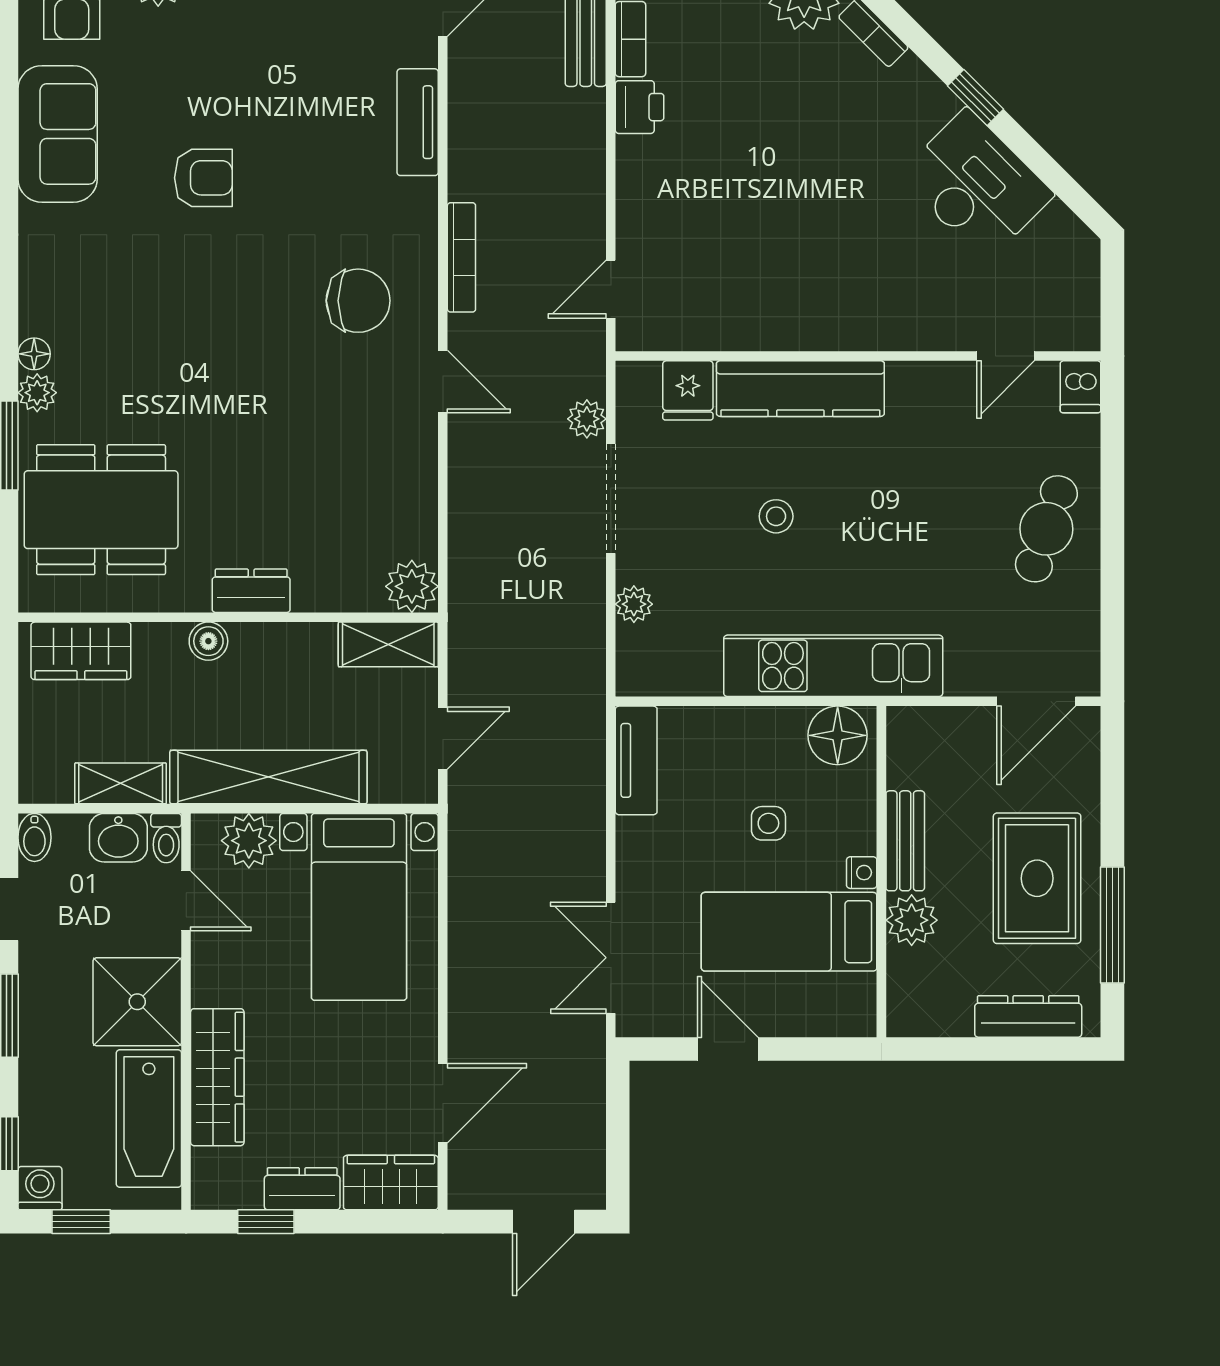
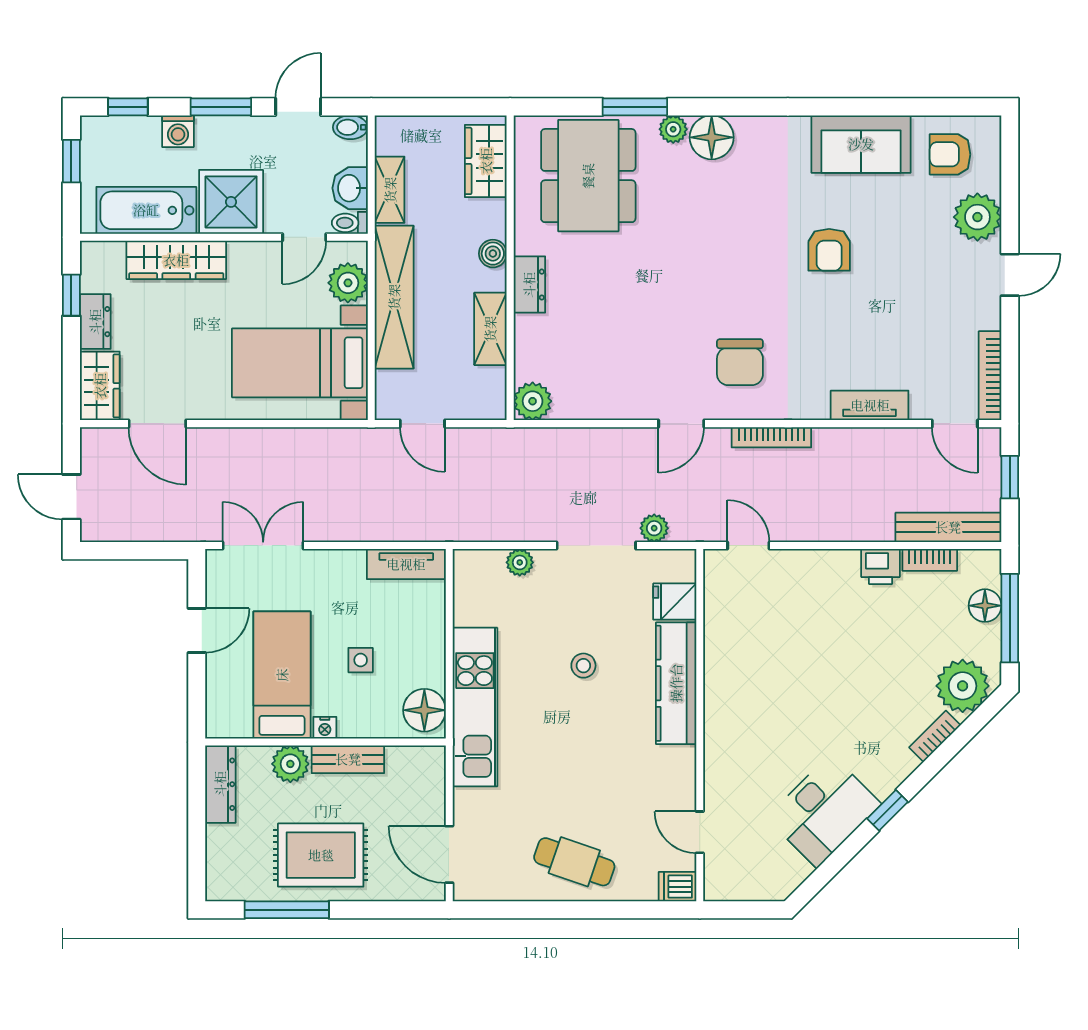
floor lamp: (34, 354) -> (712, 137), width x1.89, depth x1.89
shelving: (388, 644) -> (490, 329), moved
dresser: (1028, 1016) -> (220, 784), moved
washing machine: (40, 1188) -> (178, 131), moved, turned 90

